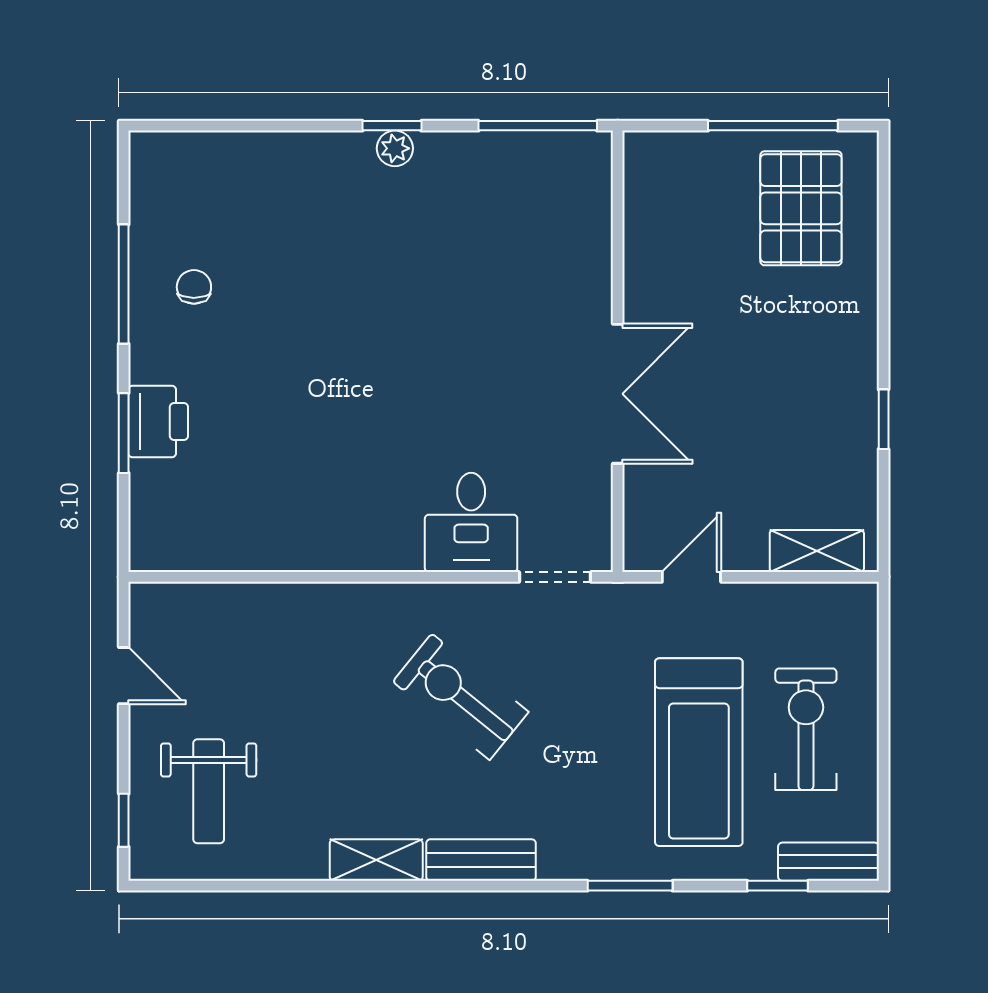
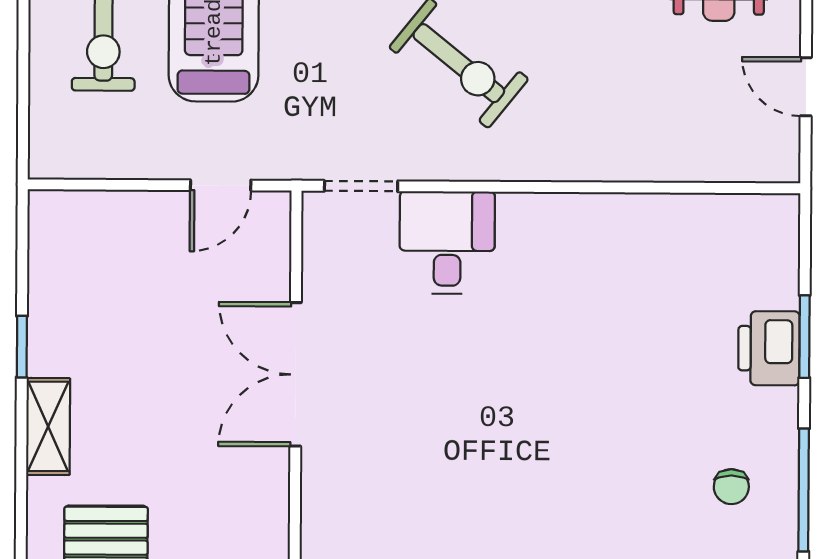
shelving: (817, 551) -> (48, 426), moved, turned 90

